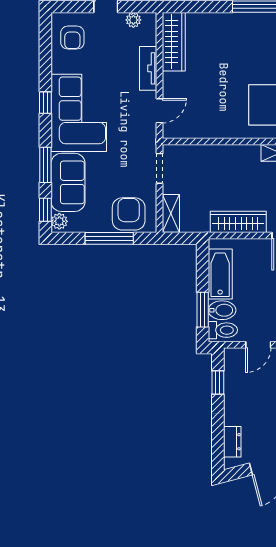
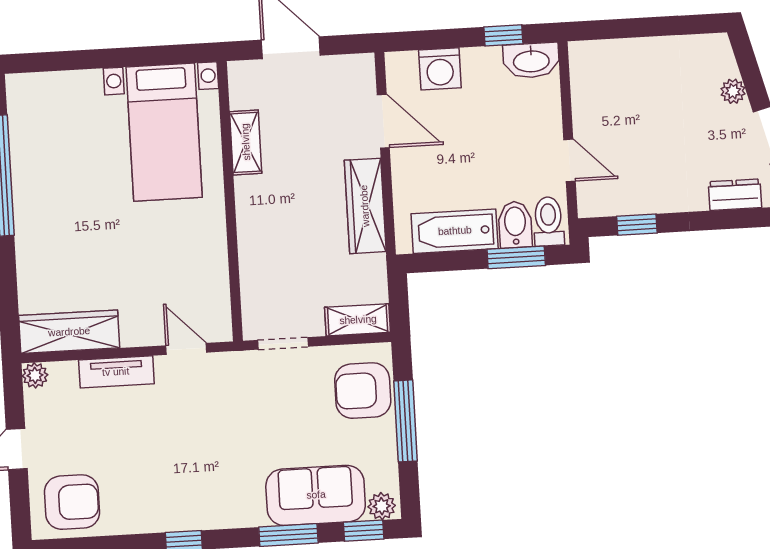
plant: (133, 20) -> (35, 375), moved
armchair: (72, 38) -> (72, 502), width x1.38, depth x1.38
corner sofa: (79, 113) -> (198, 484), removed

